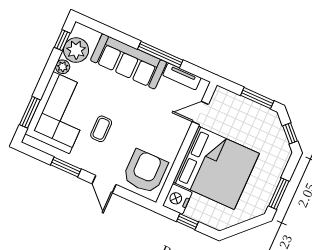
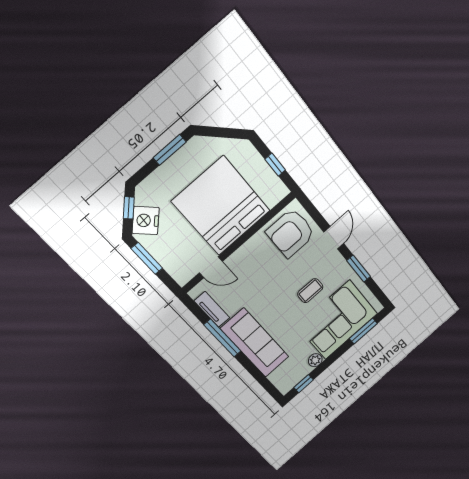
plant: (76, 50) -> (296, 371), removed
nightstand: (177, 199) -> (146, 221), moved, turned 135

